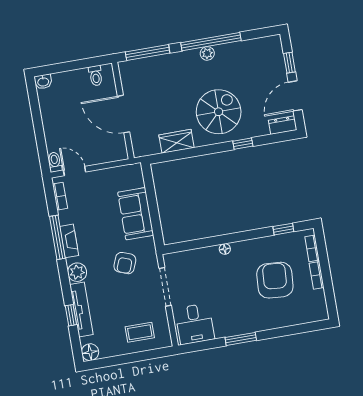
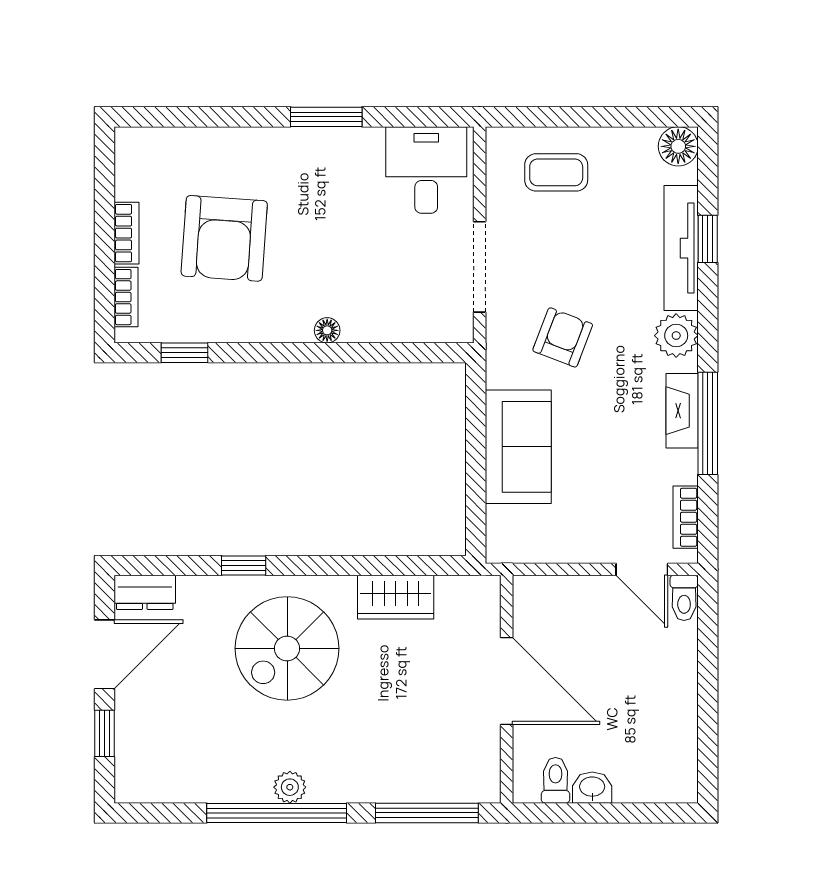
washbasin: (43, 82) -> (592, 788), moved

